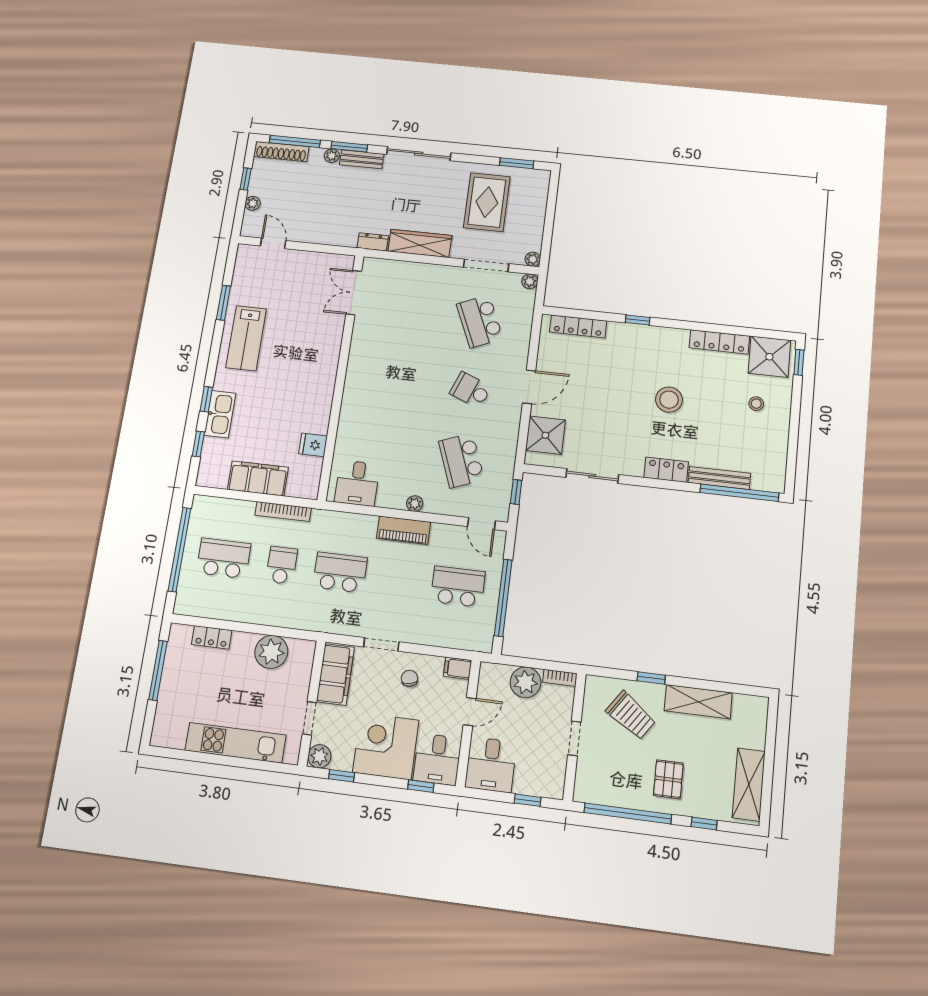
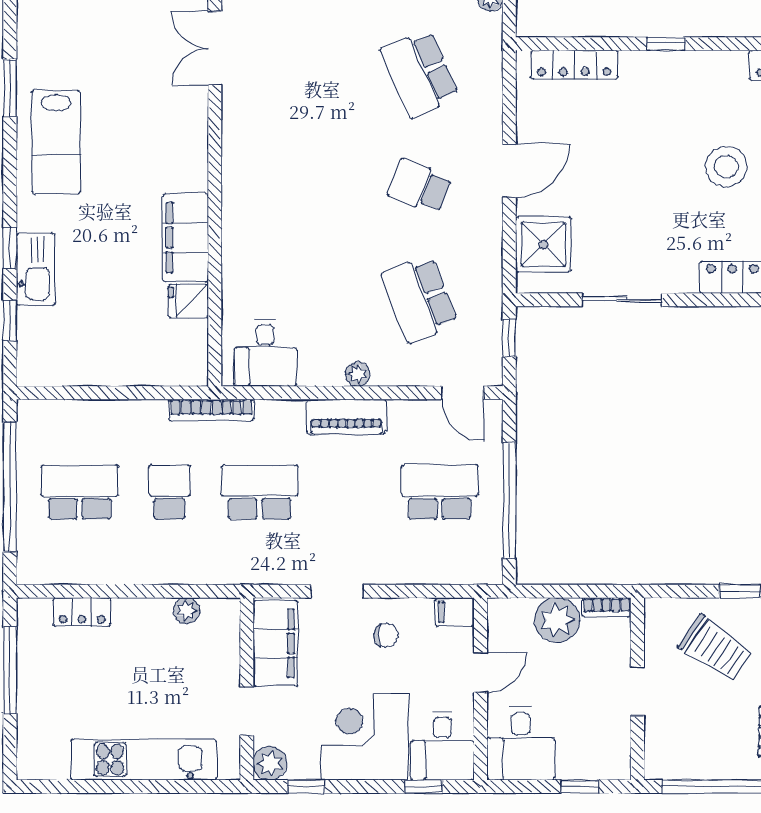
filing cabinet: (258, 478) -> (185, 238), moved, turned -90
bookcase: (283, 512) -> (211, 410), moved
plant: (271, 652) -> (186, 611), width x0.53, depth x0.53
chair: (410, 678) -> (386, 635), turned 102

